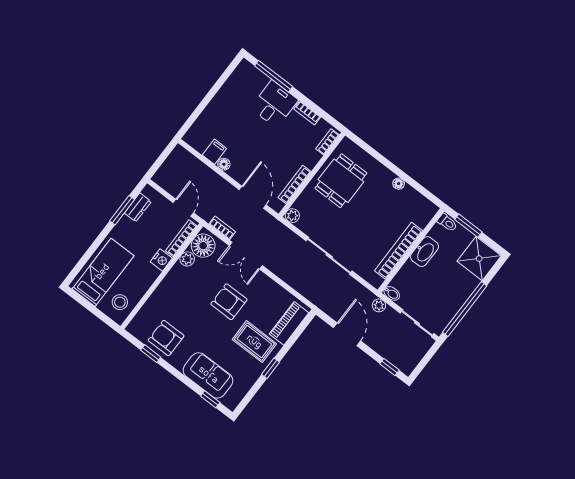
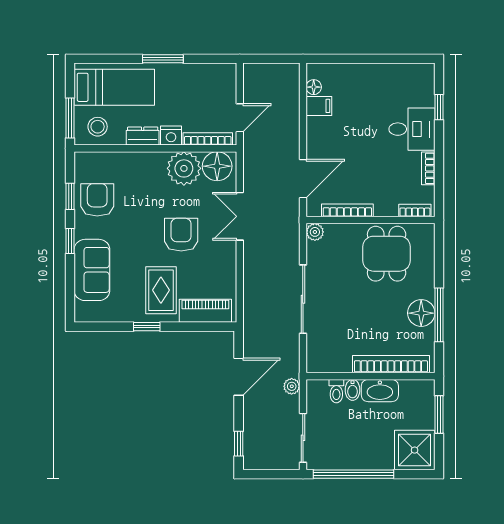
window: (274, 76) -> (439, 107), width x0.46
floor lamp: (224, 164) -> (314, 87), moved
window: (405, 177) -> (439, 315), added
dining table: (341, 181) -> (387, 254), turned 90
floor lamp: (399, 184) -> (421, 313), width x1.89, depth x1.89
dresser: (138, 207) -> (143, 136), moved, turned 180
window: (122, 210) -> (163, 59), moved
toilet: (447, 223) -> (336, 391), moved
bookcase: (222, 228) -> (249, 172), removed
bookcase: (399, 251) -> (391, 364), moved
plant: (187, 259) -> (184, 168), width x1.88, depth x1.88
bidet: (392, 293) -> (353, 390), moved
window: (101, 315) -> (70, 118), added
window: (210, 399) -> (70, 241), moved

